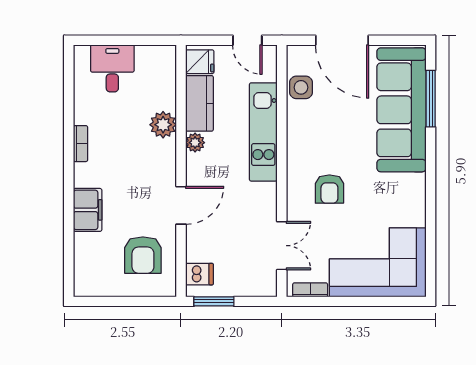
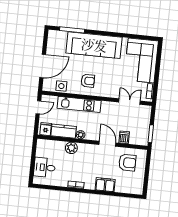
sofa: (401, 110) -> (94, 45), moved
armchair: (329, 189) -> (88, 81), moved
dishwasher: (199, 274) -> (124, 137), moved

